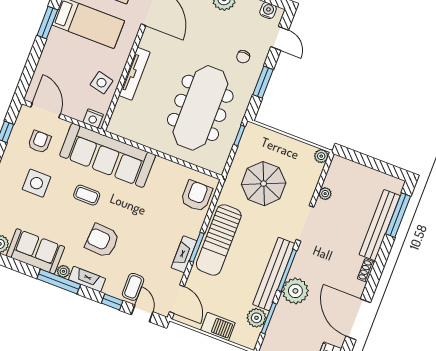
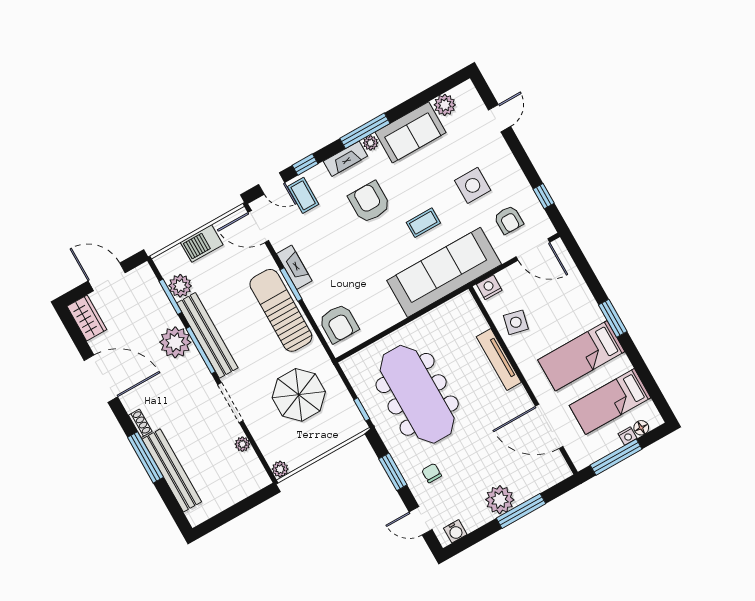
window: (398, 215) -> (145, 457), moved
armchair: (102, 241) -> (369, 202), turned -94

